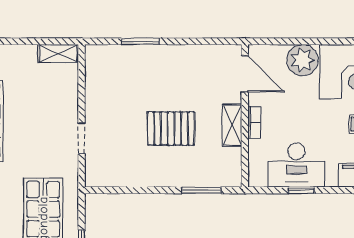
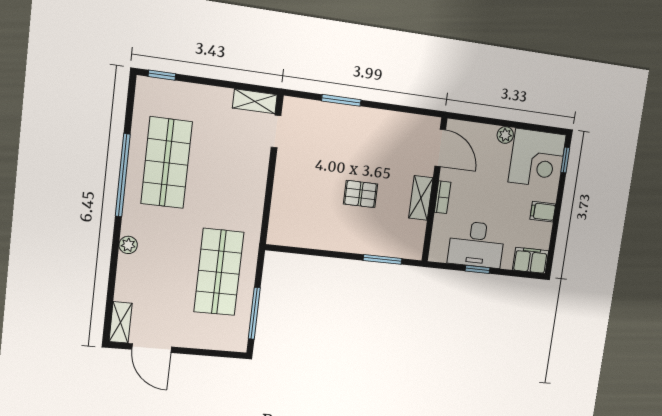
plant: (302, 60) -> (505, 135), width x0.53, depth x0.53
pallet: (171, 128) -> (361, 194), width x0.67, depth x0.71
doorway: (82, 138) -> (276, 132), moved

